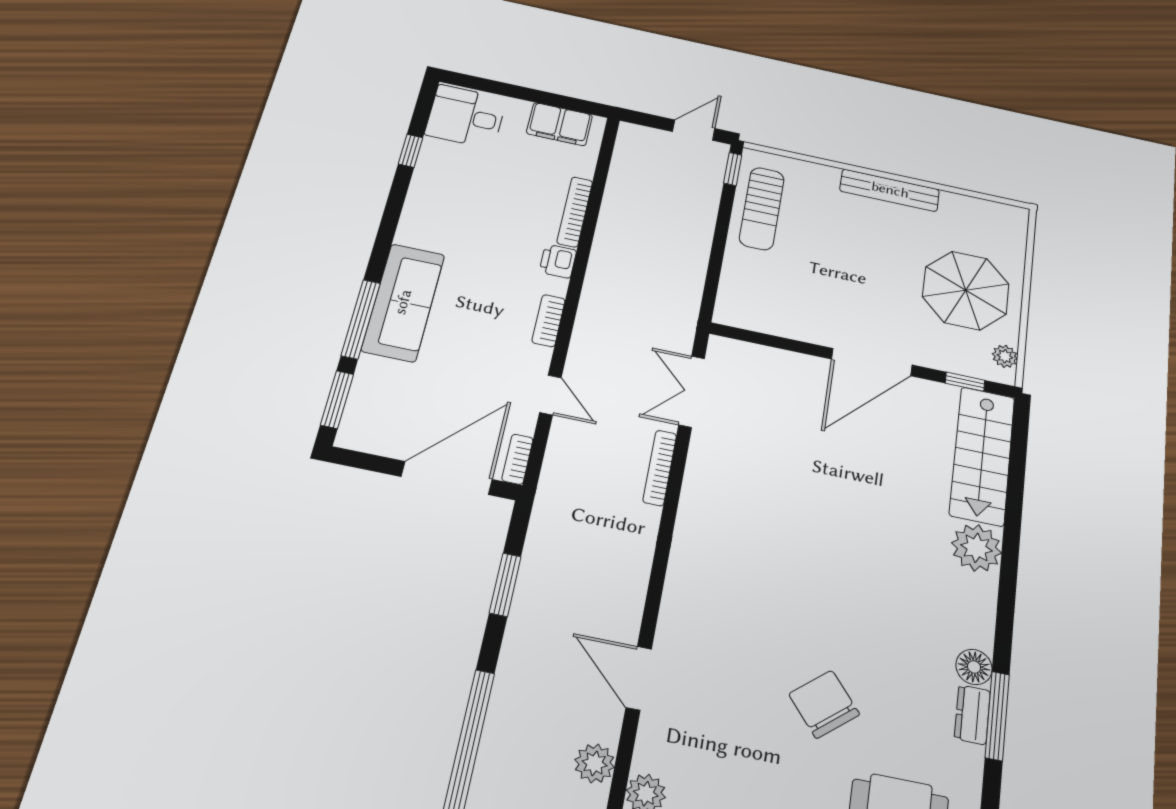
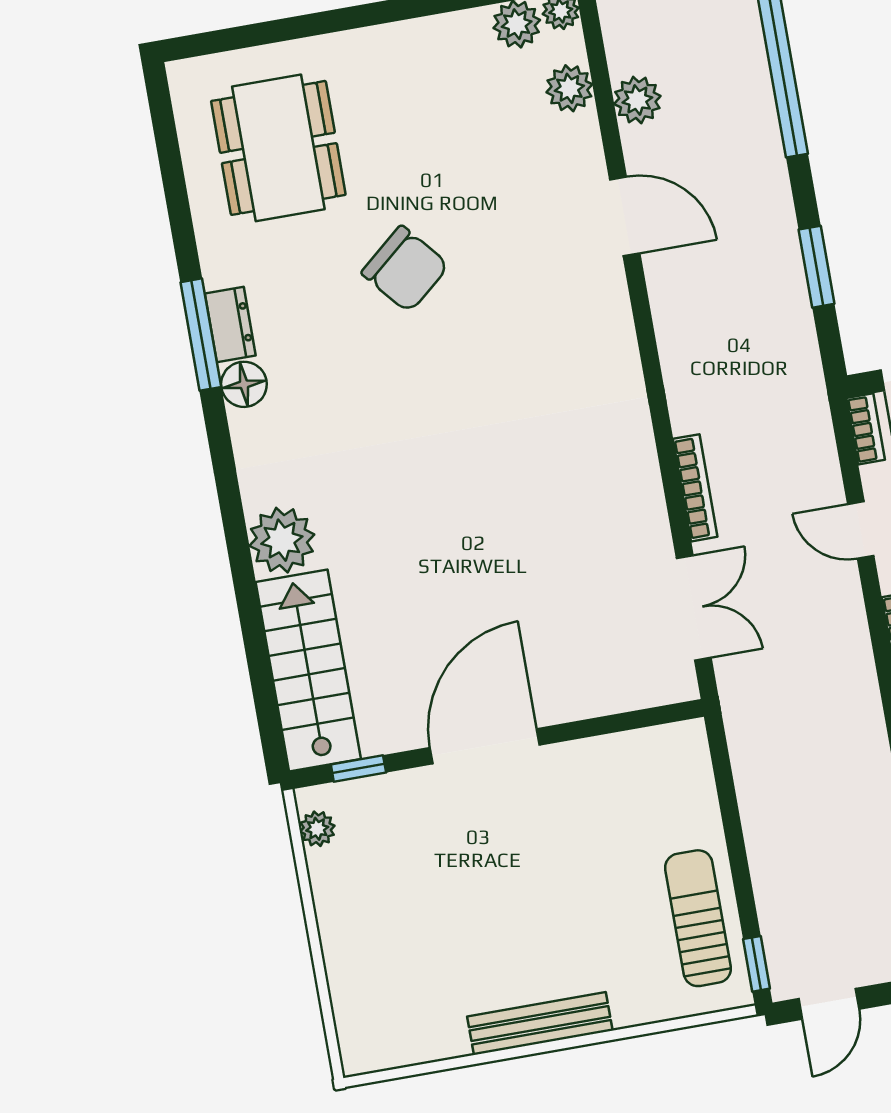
parasol: (966, 290) -> (395, 908), removed

